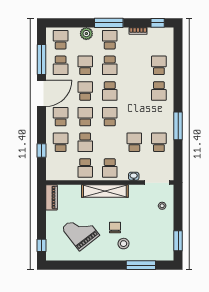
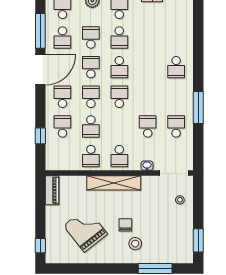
school desk: (159, 65) -> (176, 38), removed

